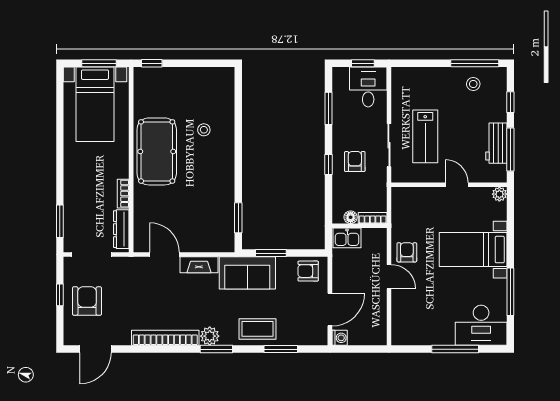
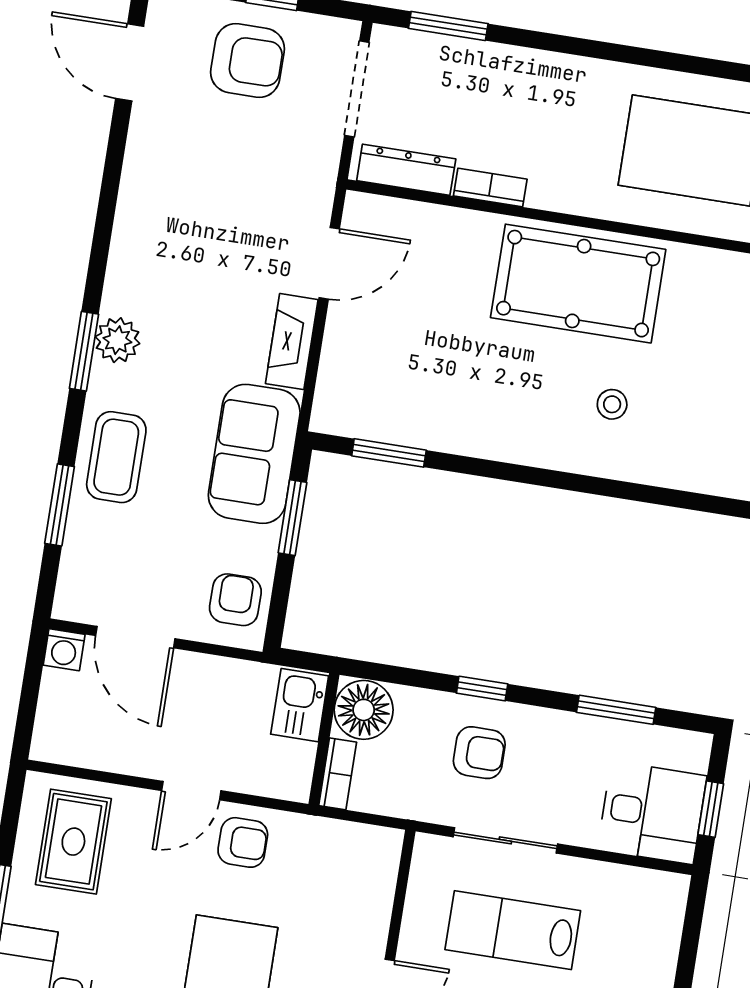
floor lamp: (351, 217) -> (364, 710), width x1.89, depth x1.89
rug: (417, 322) -> (73, 842), added
bookcase: (165, 338) -> (130, 233), removed

